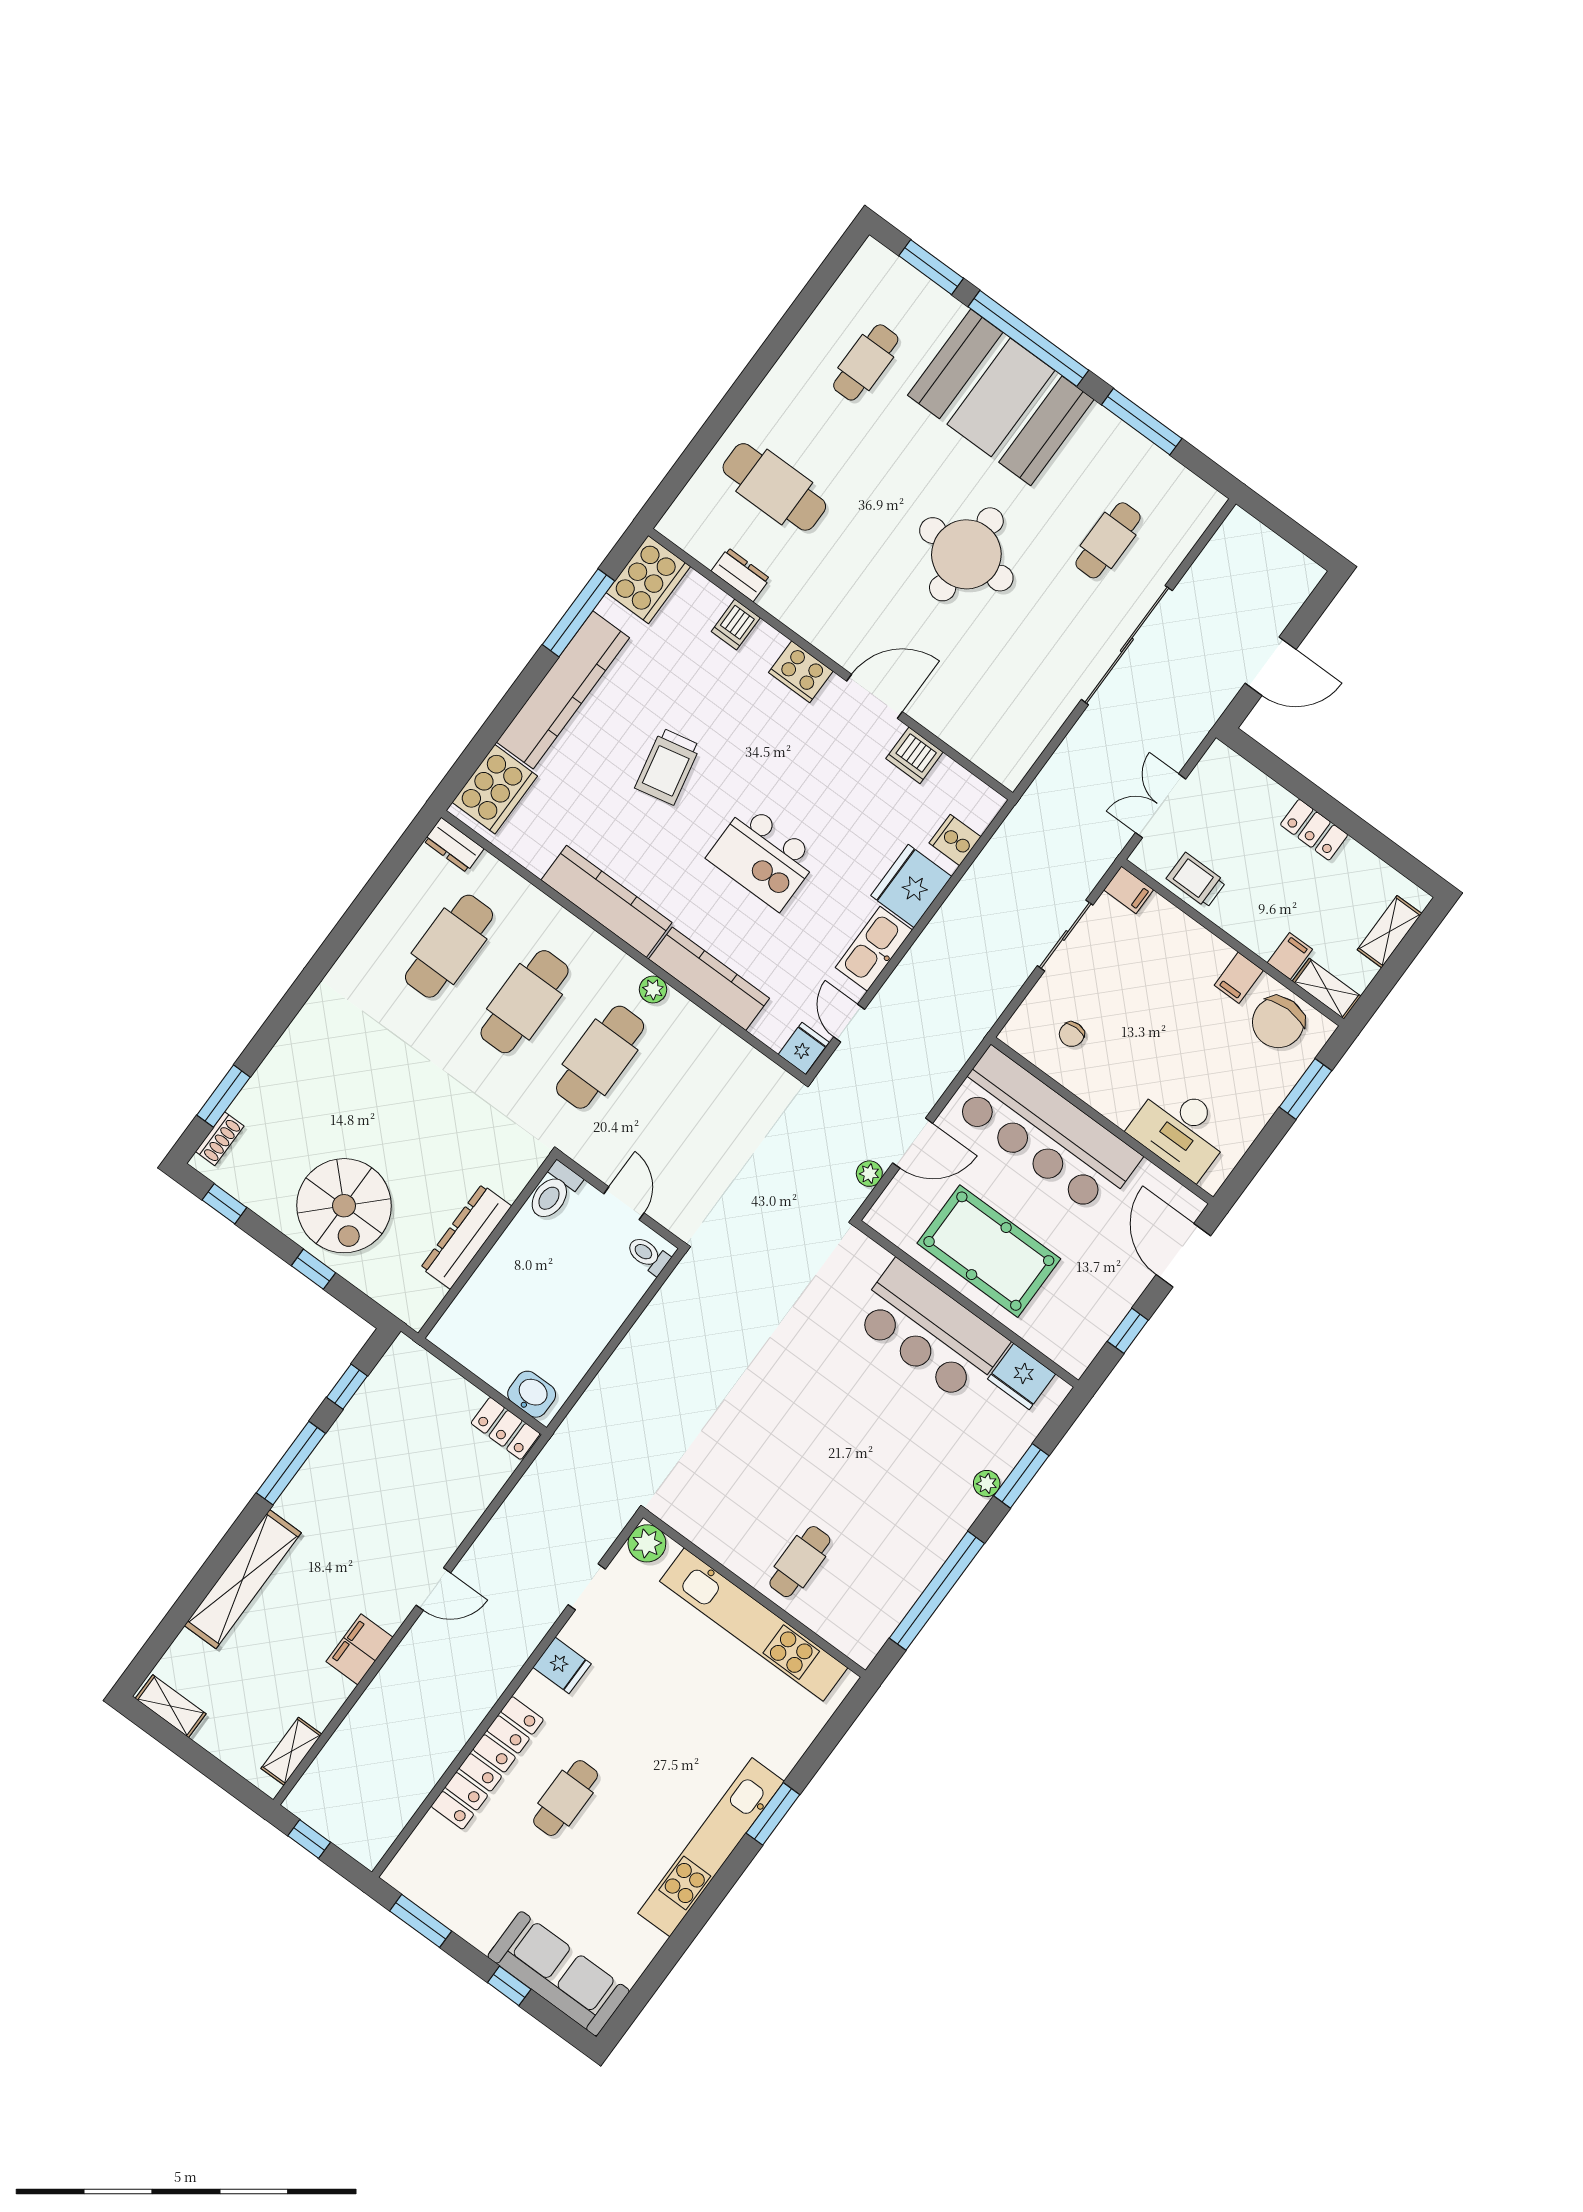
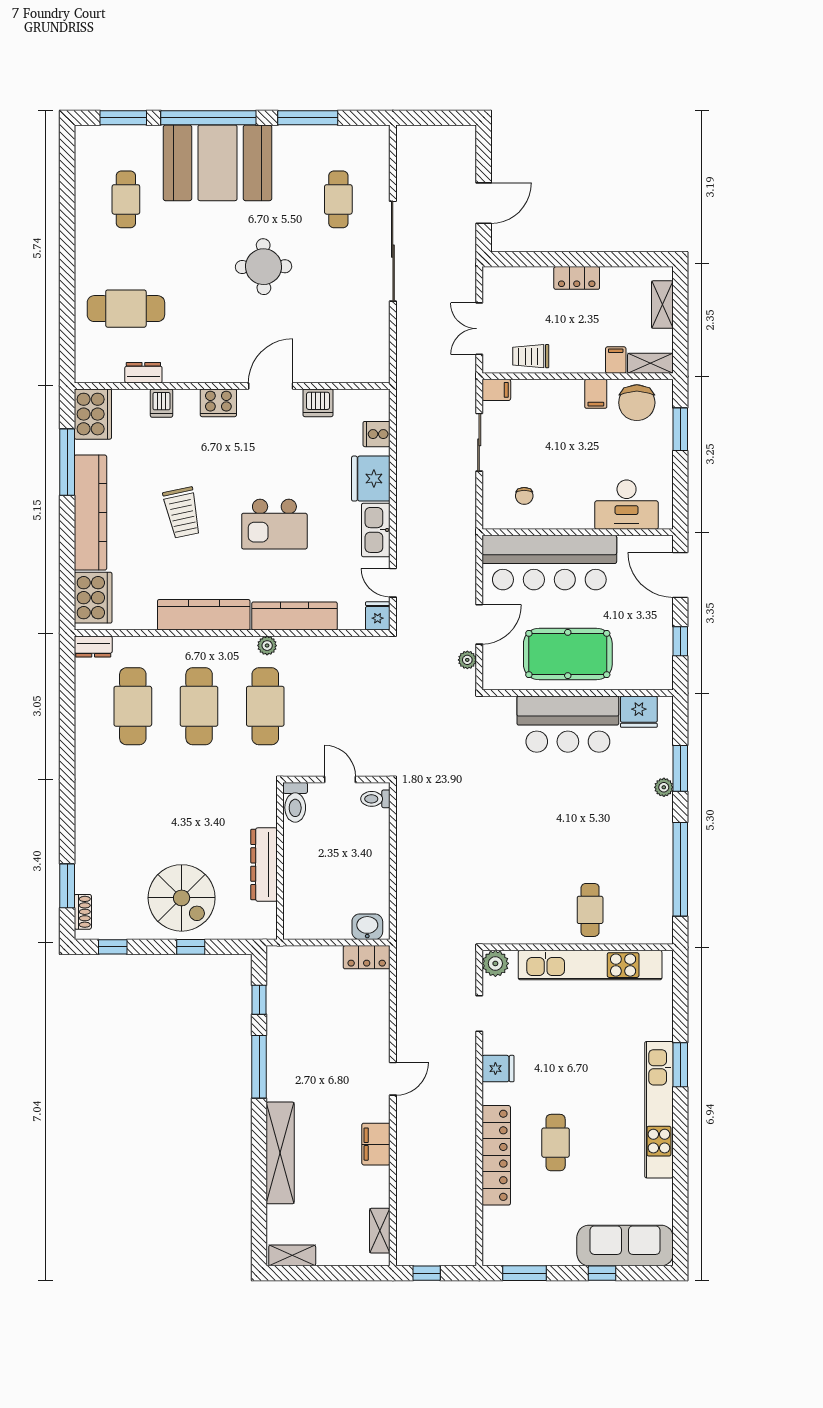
round table: (966, 554) -> (264, 267), width x0.73, depth x0.73

